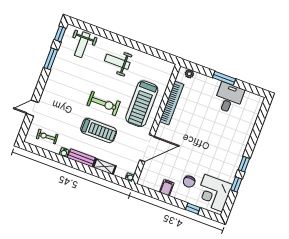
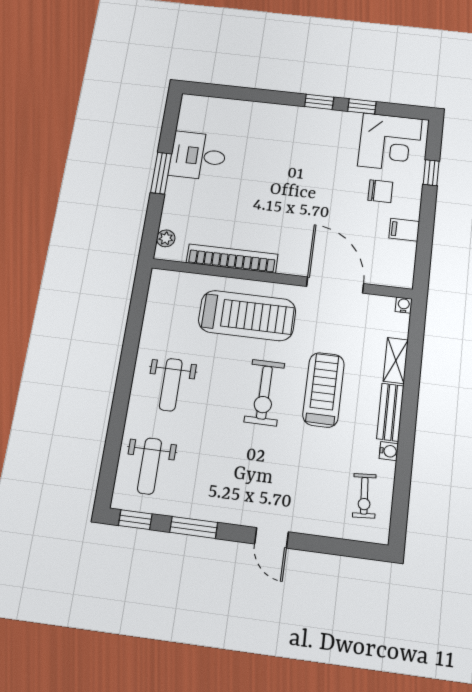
weight bench: (82, 45) -> (149, 466), turned 90
exercise bike: (104, 103) -> (264, 393), turned 180
door: (32, 108) -> (271, 538), moved

